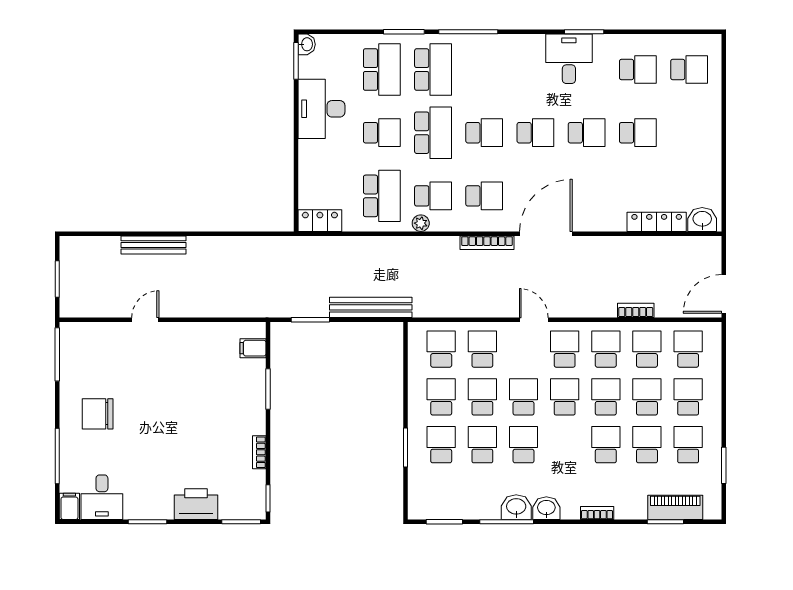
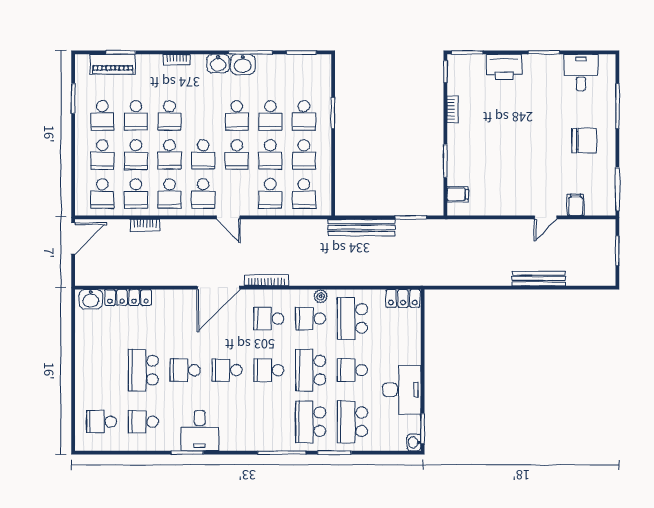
school desk: (638, 133) -> (143, 370), width x1.85
filing cabinet: (69, 506) -> (576, 205), moved, turned 180

